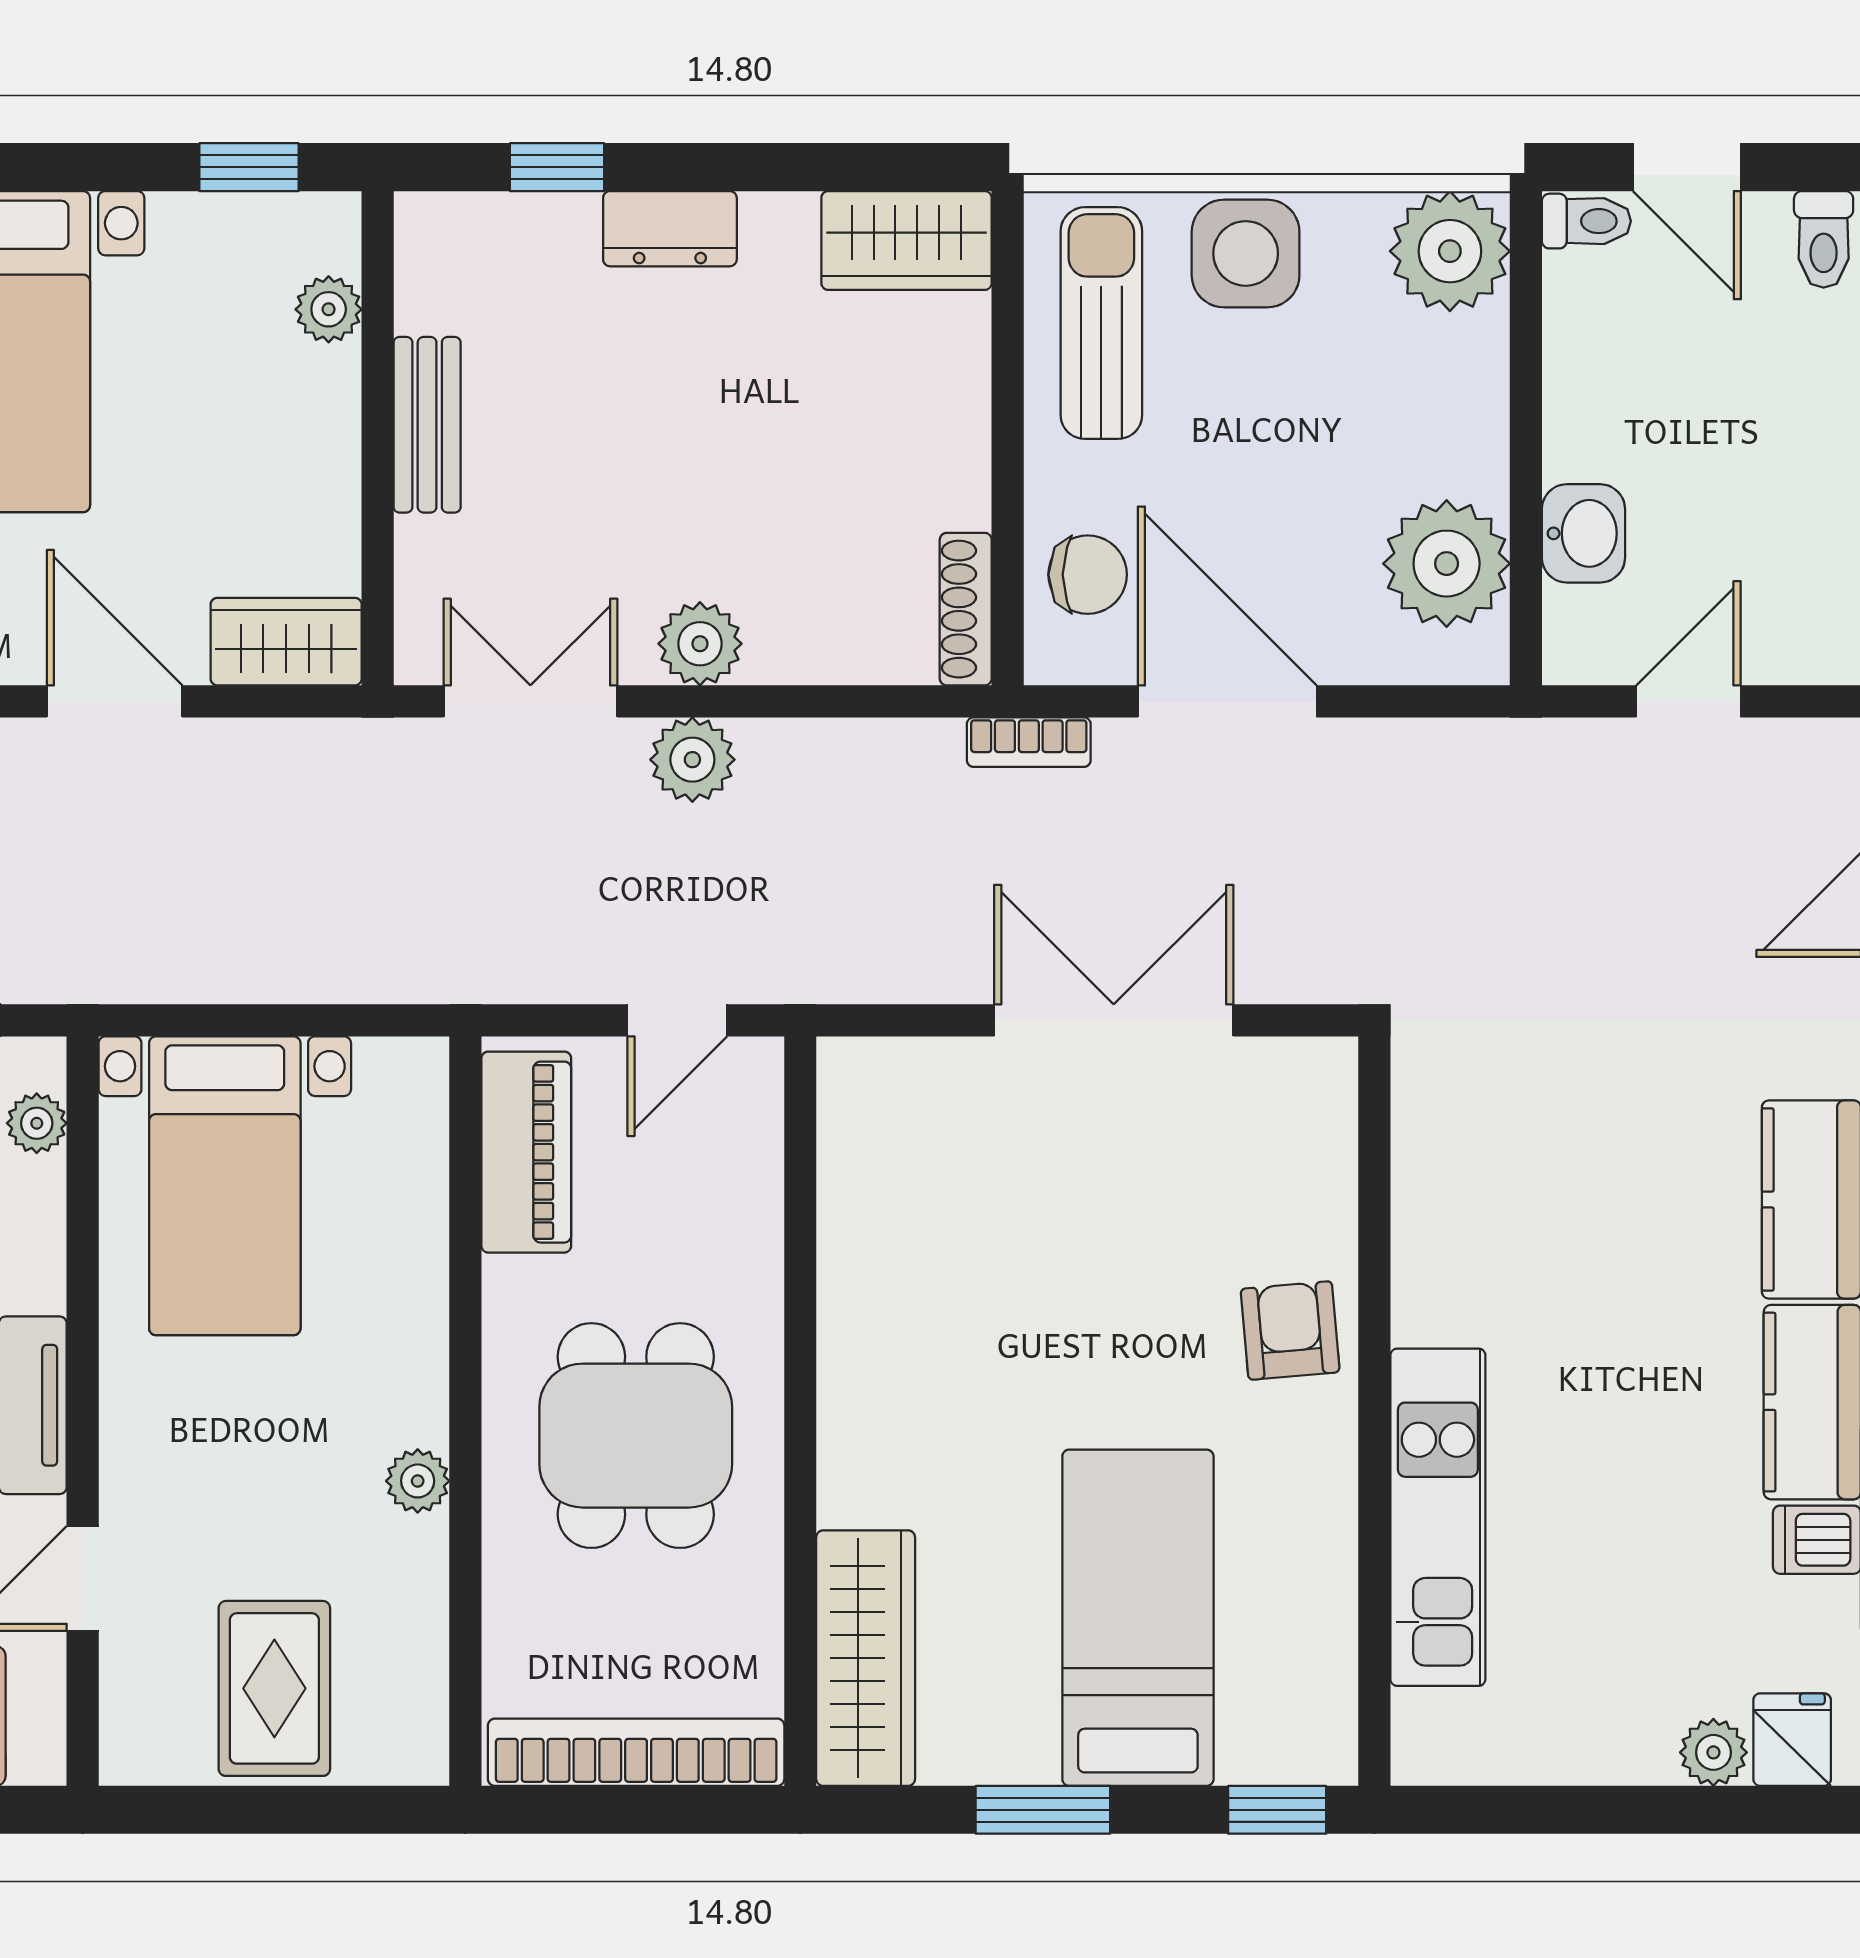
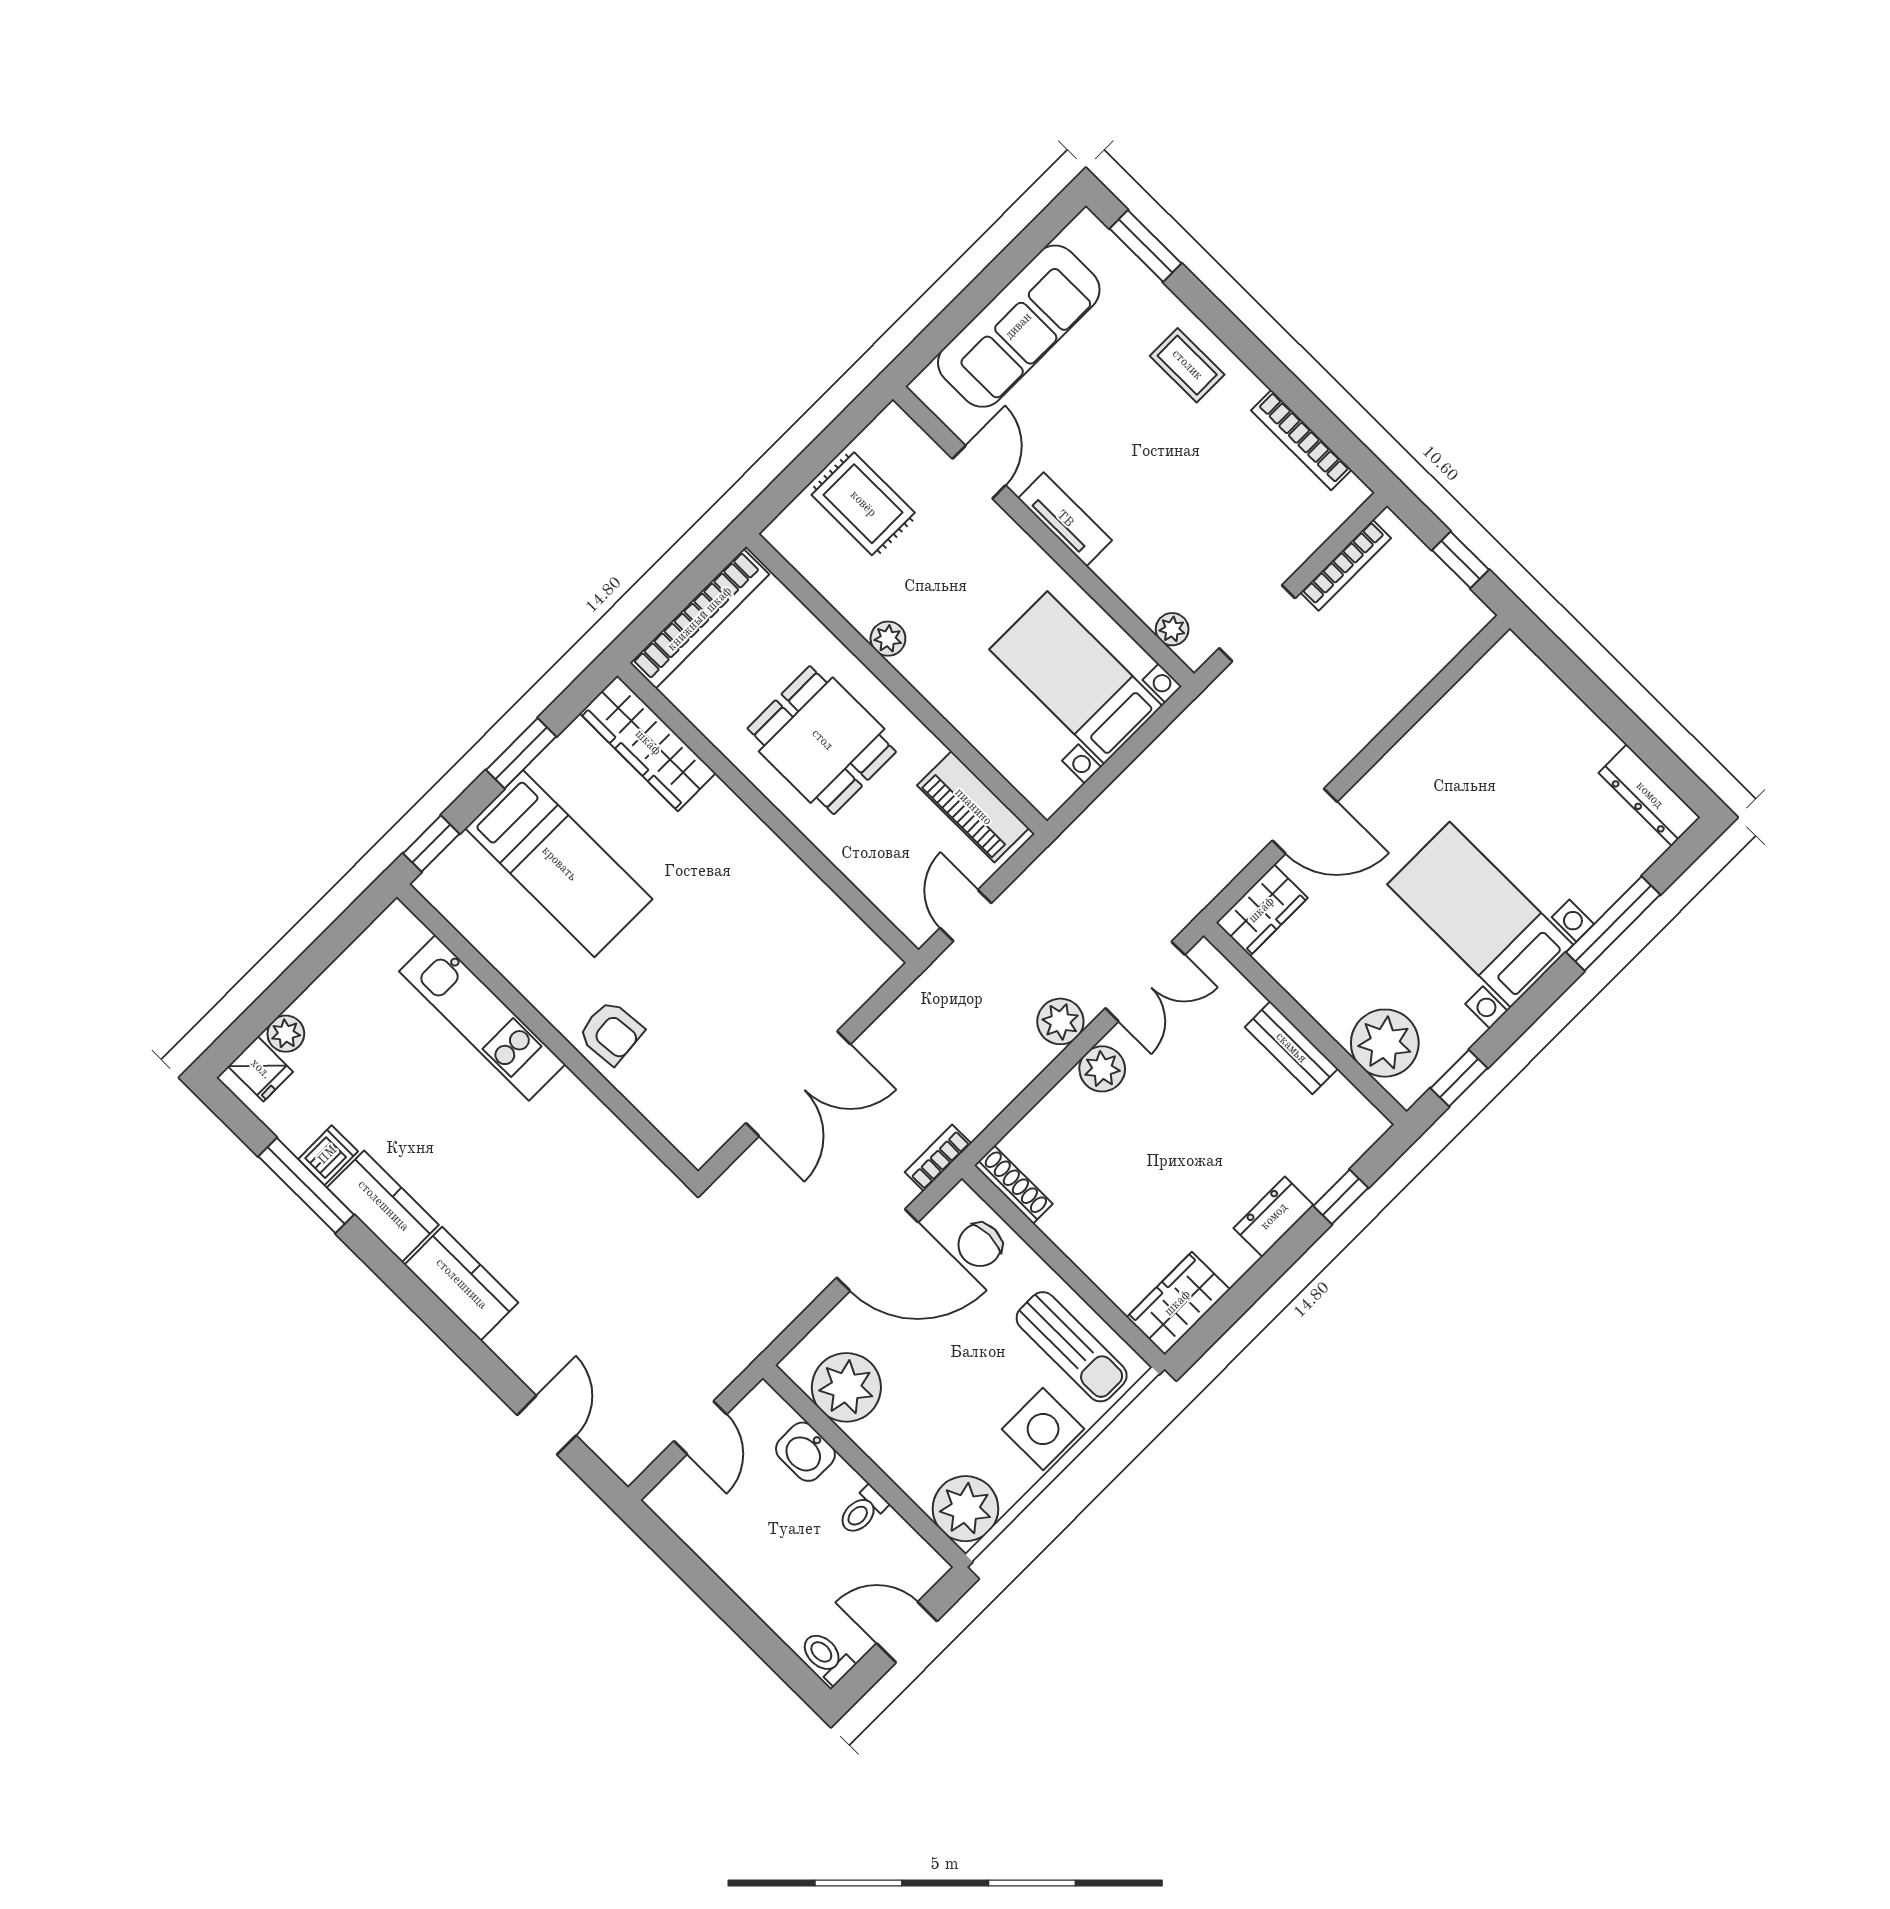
toilet: (1586, 221) -> (862, 1511), moved
plant: (329, 309) -> (1385, 1043), width x1.87, depth x1.87

